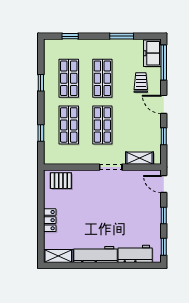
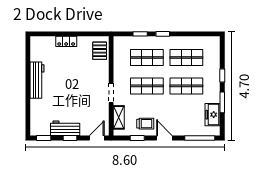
window: (70, 36) -> (222, 76), moved
freezer: (152, 53) -> (213, 115), moved, turned -90
trolley: (141, 82) -> (145, 124), moved
window: (41, 83) -> (163, 34), moved
door: (164, 104) -> (164, 138), hinge flipped
workbench: (135, 254) -> (65, 128), moved, turned -90
shelving: (58, 256) -> (36, 49), removed

